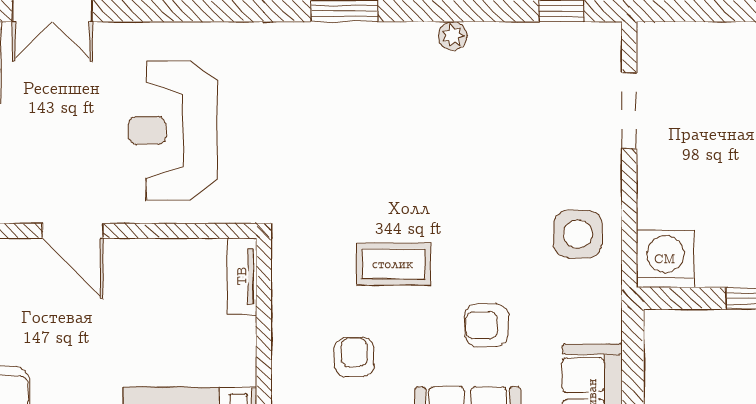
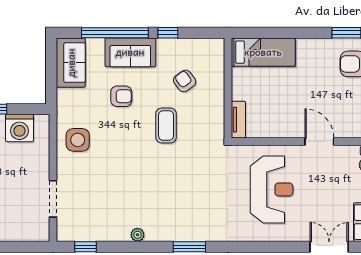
washing machine: (665, 259) -> (19, 128), moved
coffee table: (393, 264) -> (166, 125), turned 90
armchair: (354, 357) -> (185, 81), turned 146

